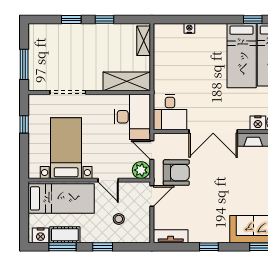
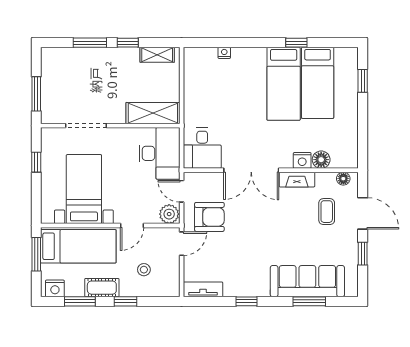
window: (71, 19) -> (90, 43), width x1.50
shelving: (144, 41) -> (157, 55), moved, turned 90
door: (108, 180) -> (132, 226), hinge flipped
window: (24, 205) -> (36, 254), added
cot: (65, 235) -> (102, 288), moved

